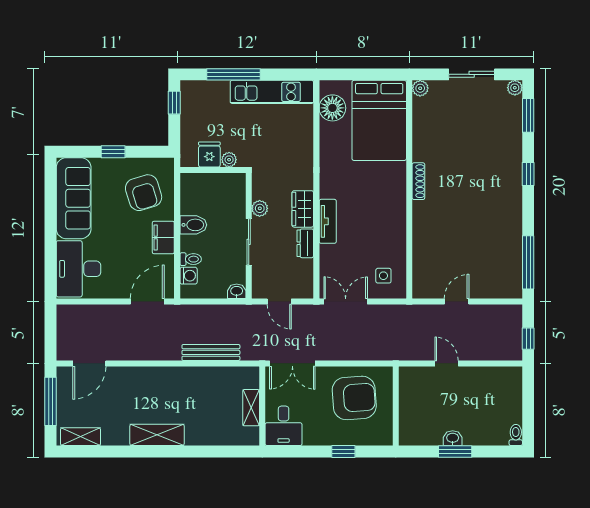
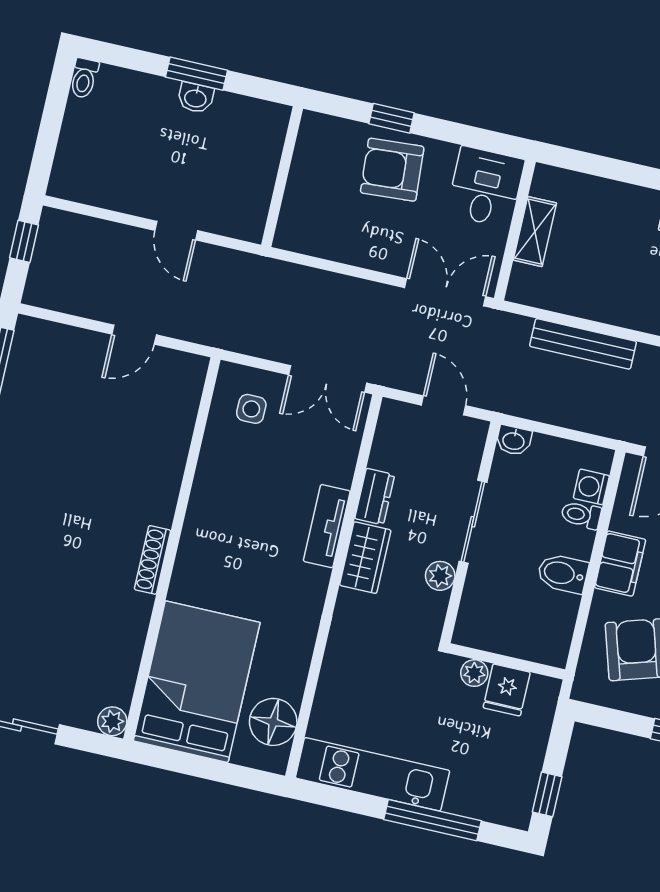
armchair: (354, 398) -> (392, 170), moved, width x0.73, depth x0.73

